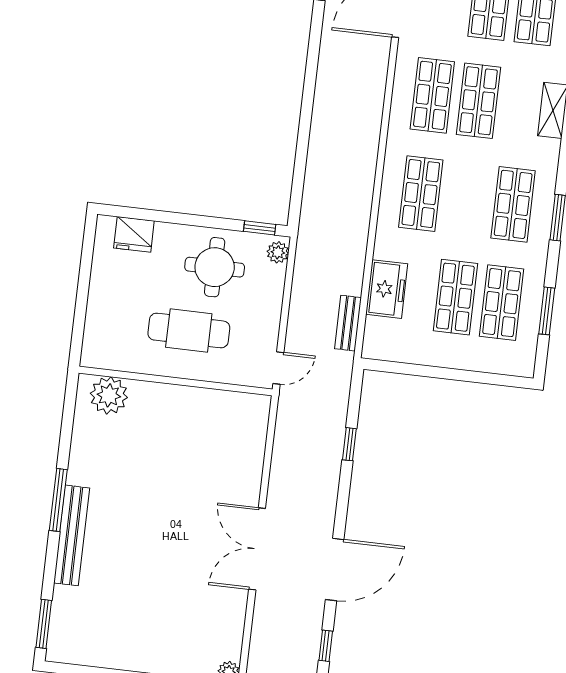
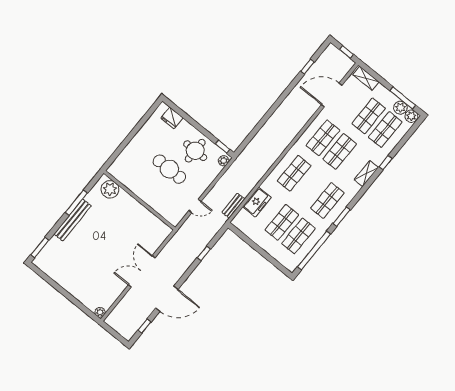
window: (547, 311) -> (314, 250), width x2.11
wall: (176, 381) -> (140, 200), moved
plant: (109, 395) -> (110, 189), moved

